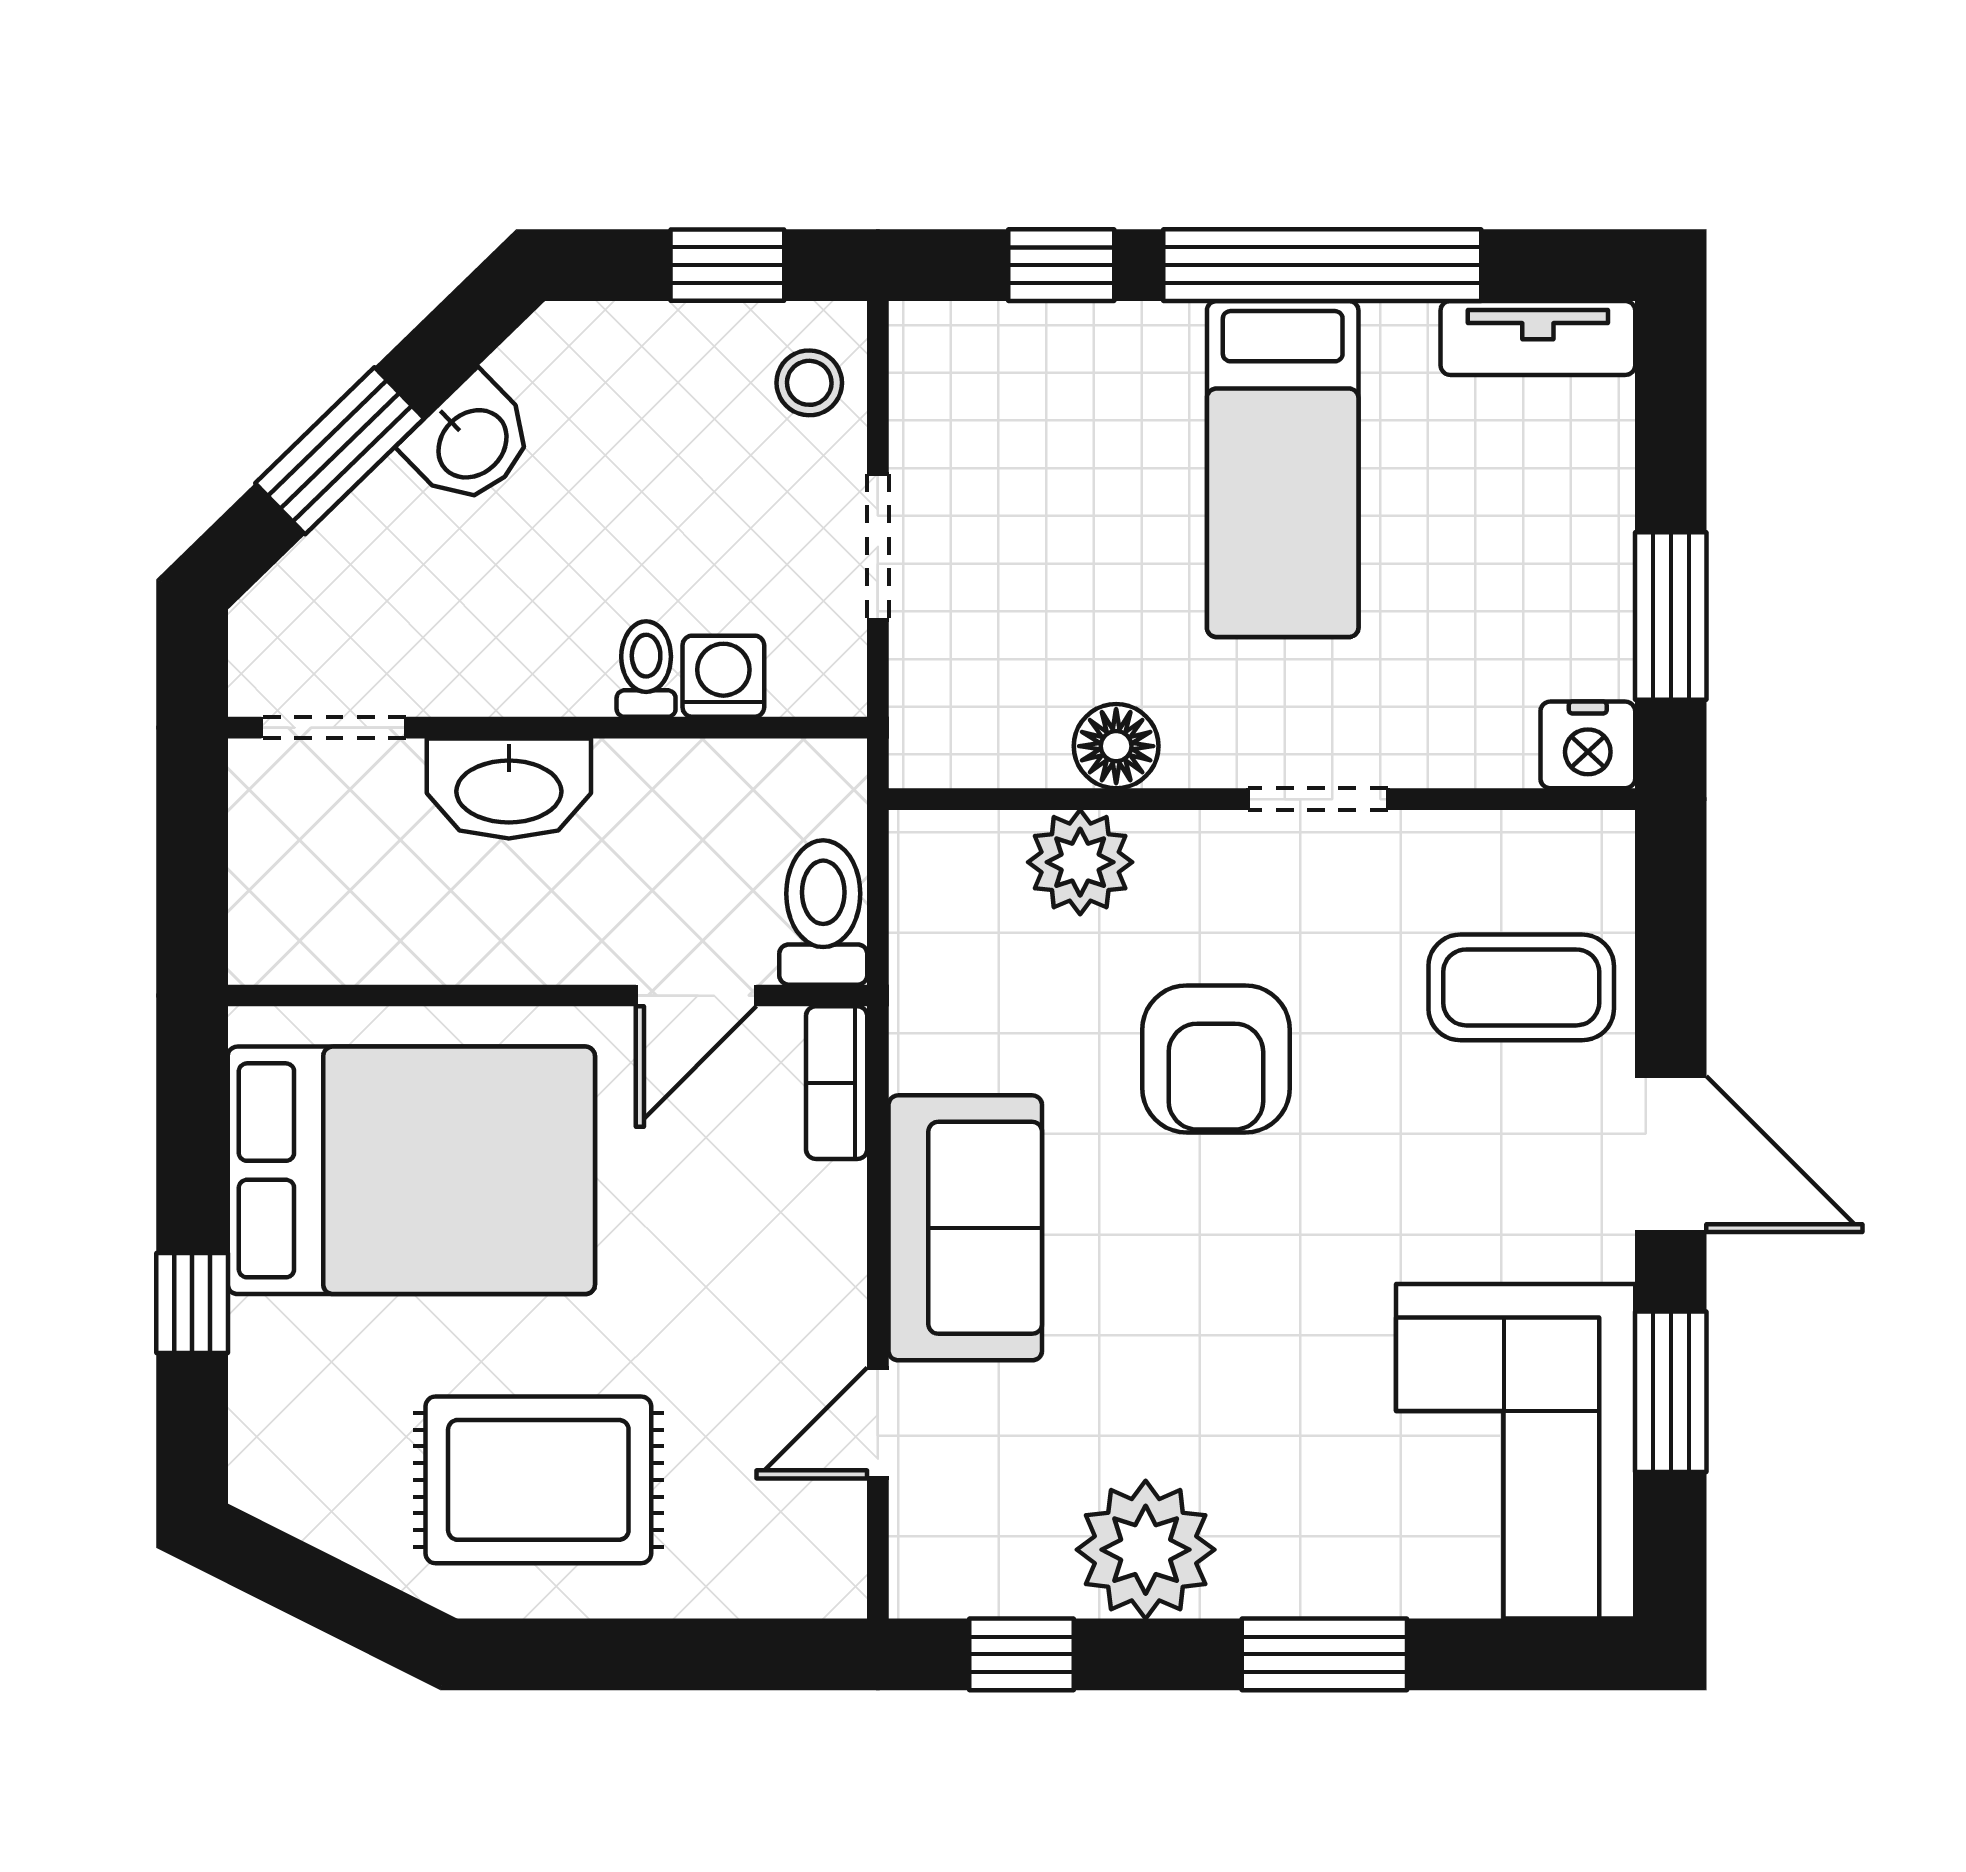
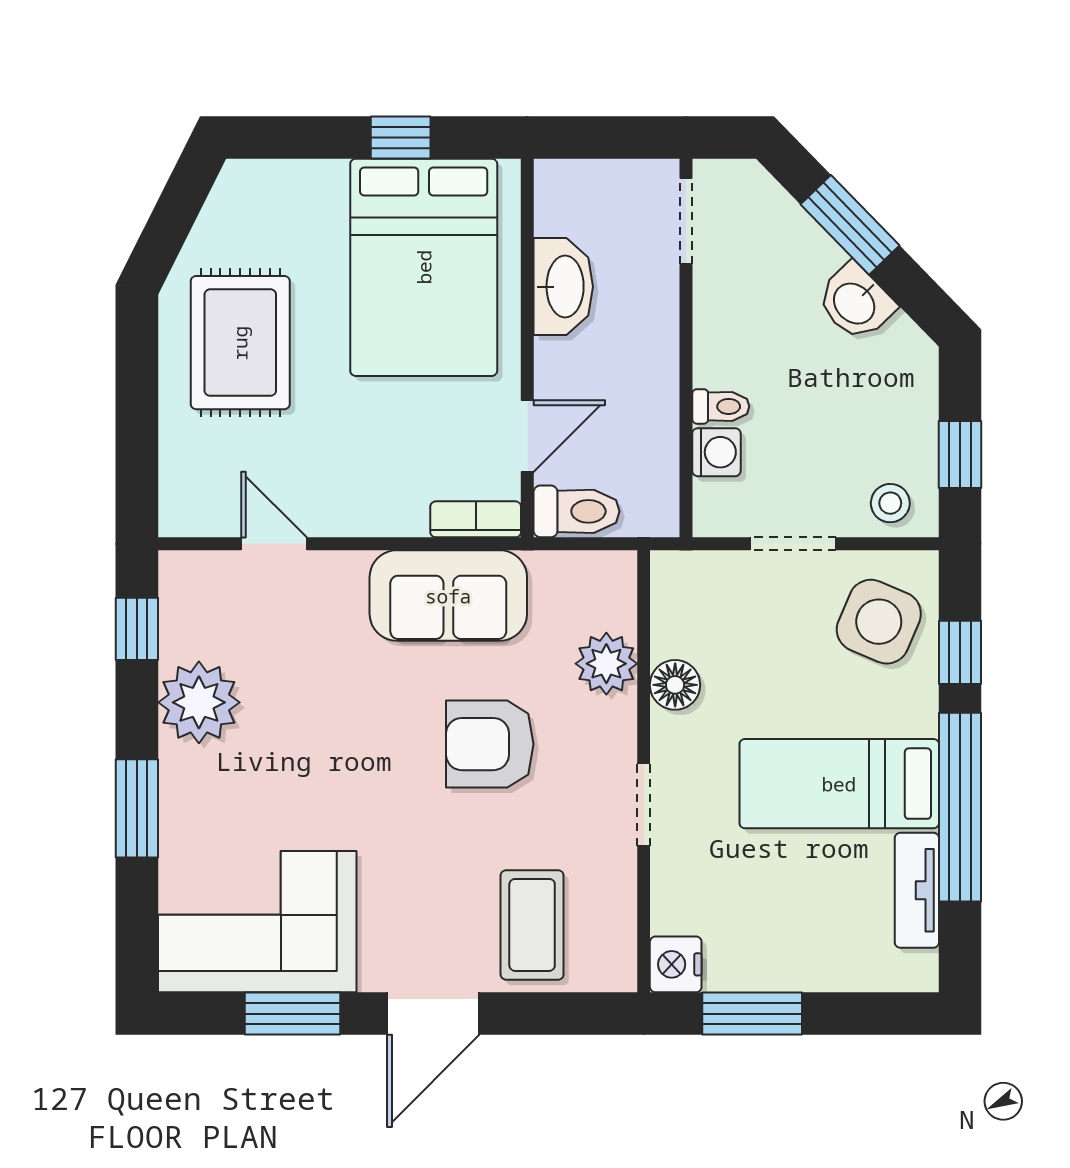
tv unit: (1538, 338) -> (917, 890), moved
side table: (1009, 402) -> (879, 622), added
washbasin: (509, 788) -> (563, 287), moved, turned 180
door: (696, 996) -> (527, 436), swing flipped
sofa: (965, 1228) -> (448, 596), moved
window: (192, 1303) -> (401, 137), moved

